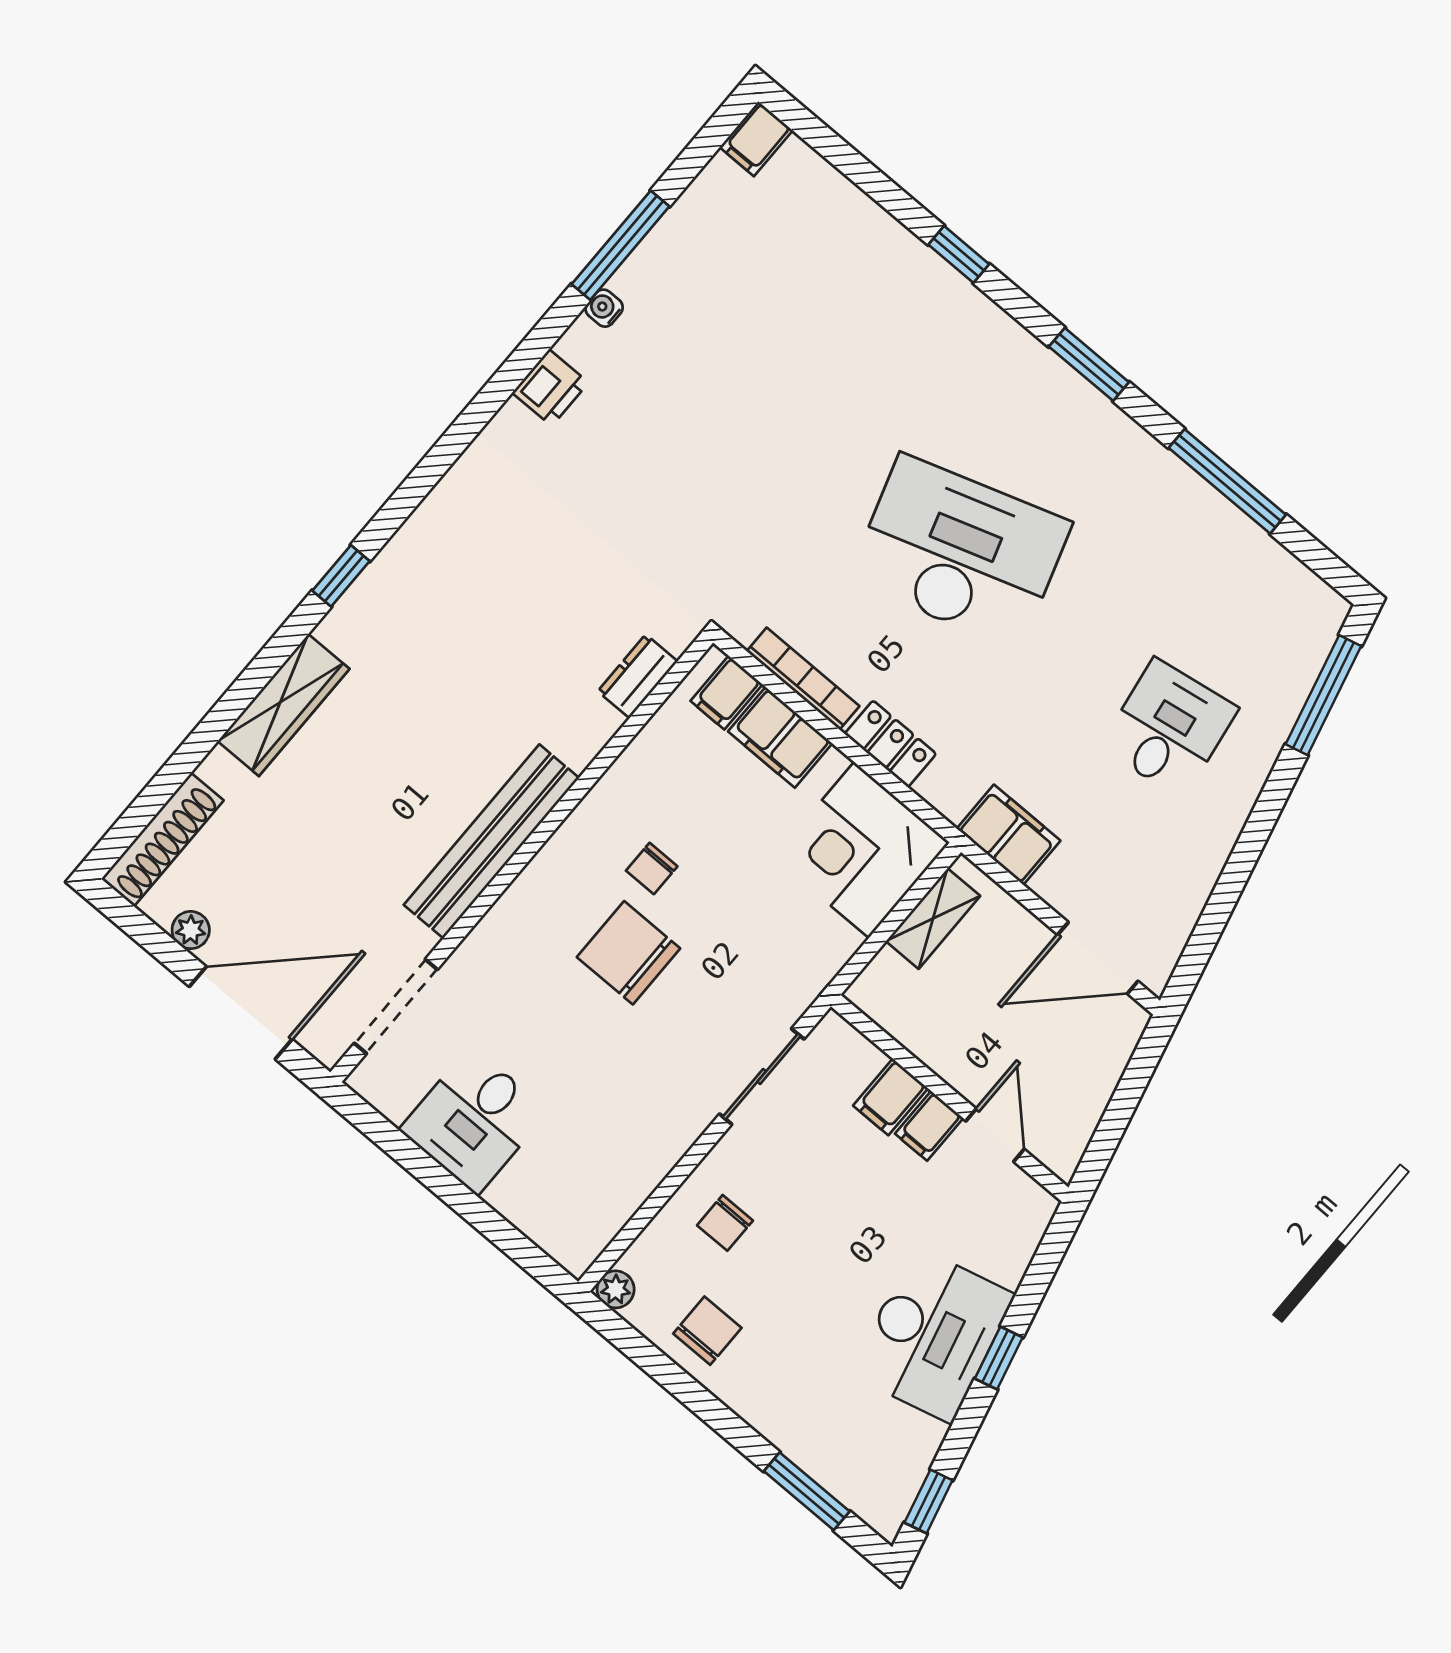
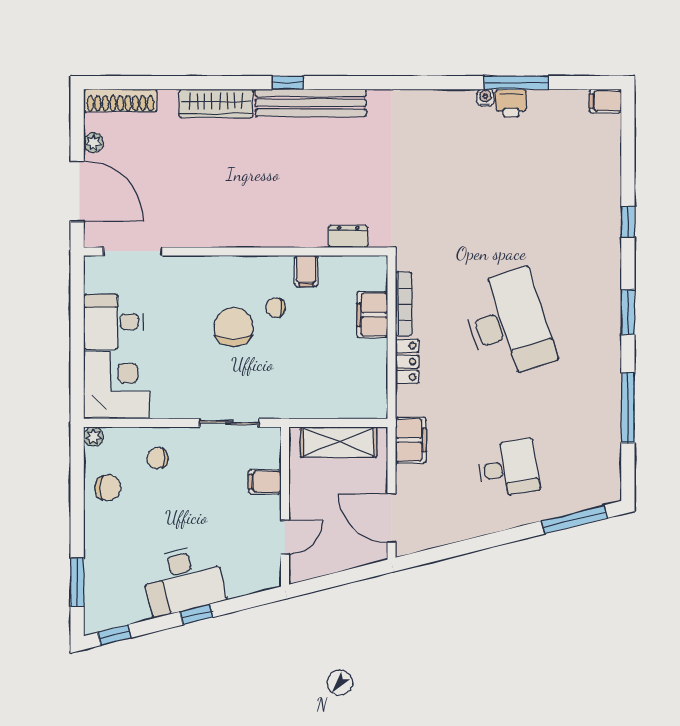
printer: (550, 388) -> (511, 103), moved
filing cabinet: (726, 693) -> (306, 271), moved, turned -90
bench: (491, 841) -> (311, 103), moved
corner desk: (862, 850) -> (117, 384), moved, turned 90
shelving: (933, 919) -> (339, 442), width x1.50, depth x1.33
filing cabinet: (929, 1126) -> (266, 507), removed

